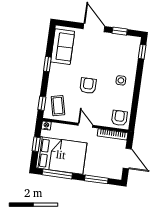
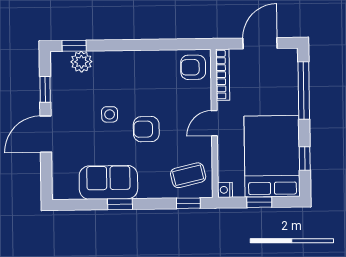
sofa: (63, 47) -> (108, 182), moved
plant: (132, 54) -> (81, 62), added
side table: (121, 80) -> (110, 114), moved
window: (57, 174) -> (305, 158), width x0.46
window: (96, 179) -> (304, 91), width x1.44

